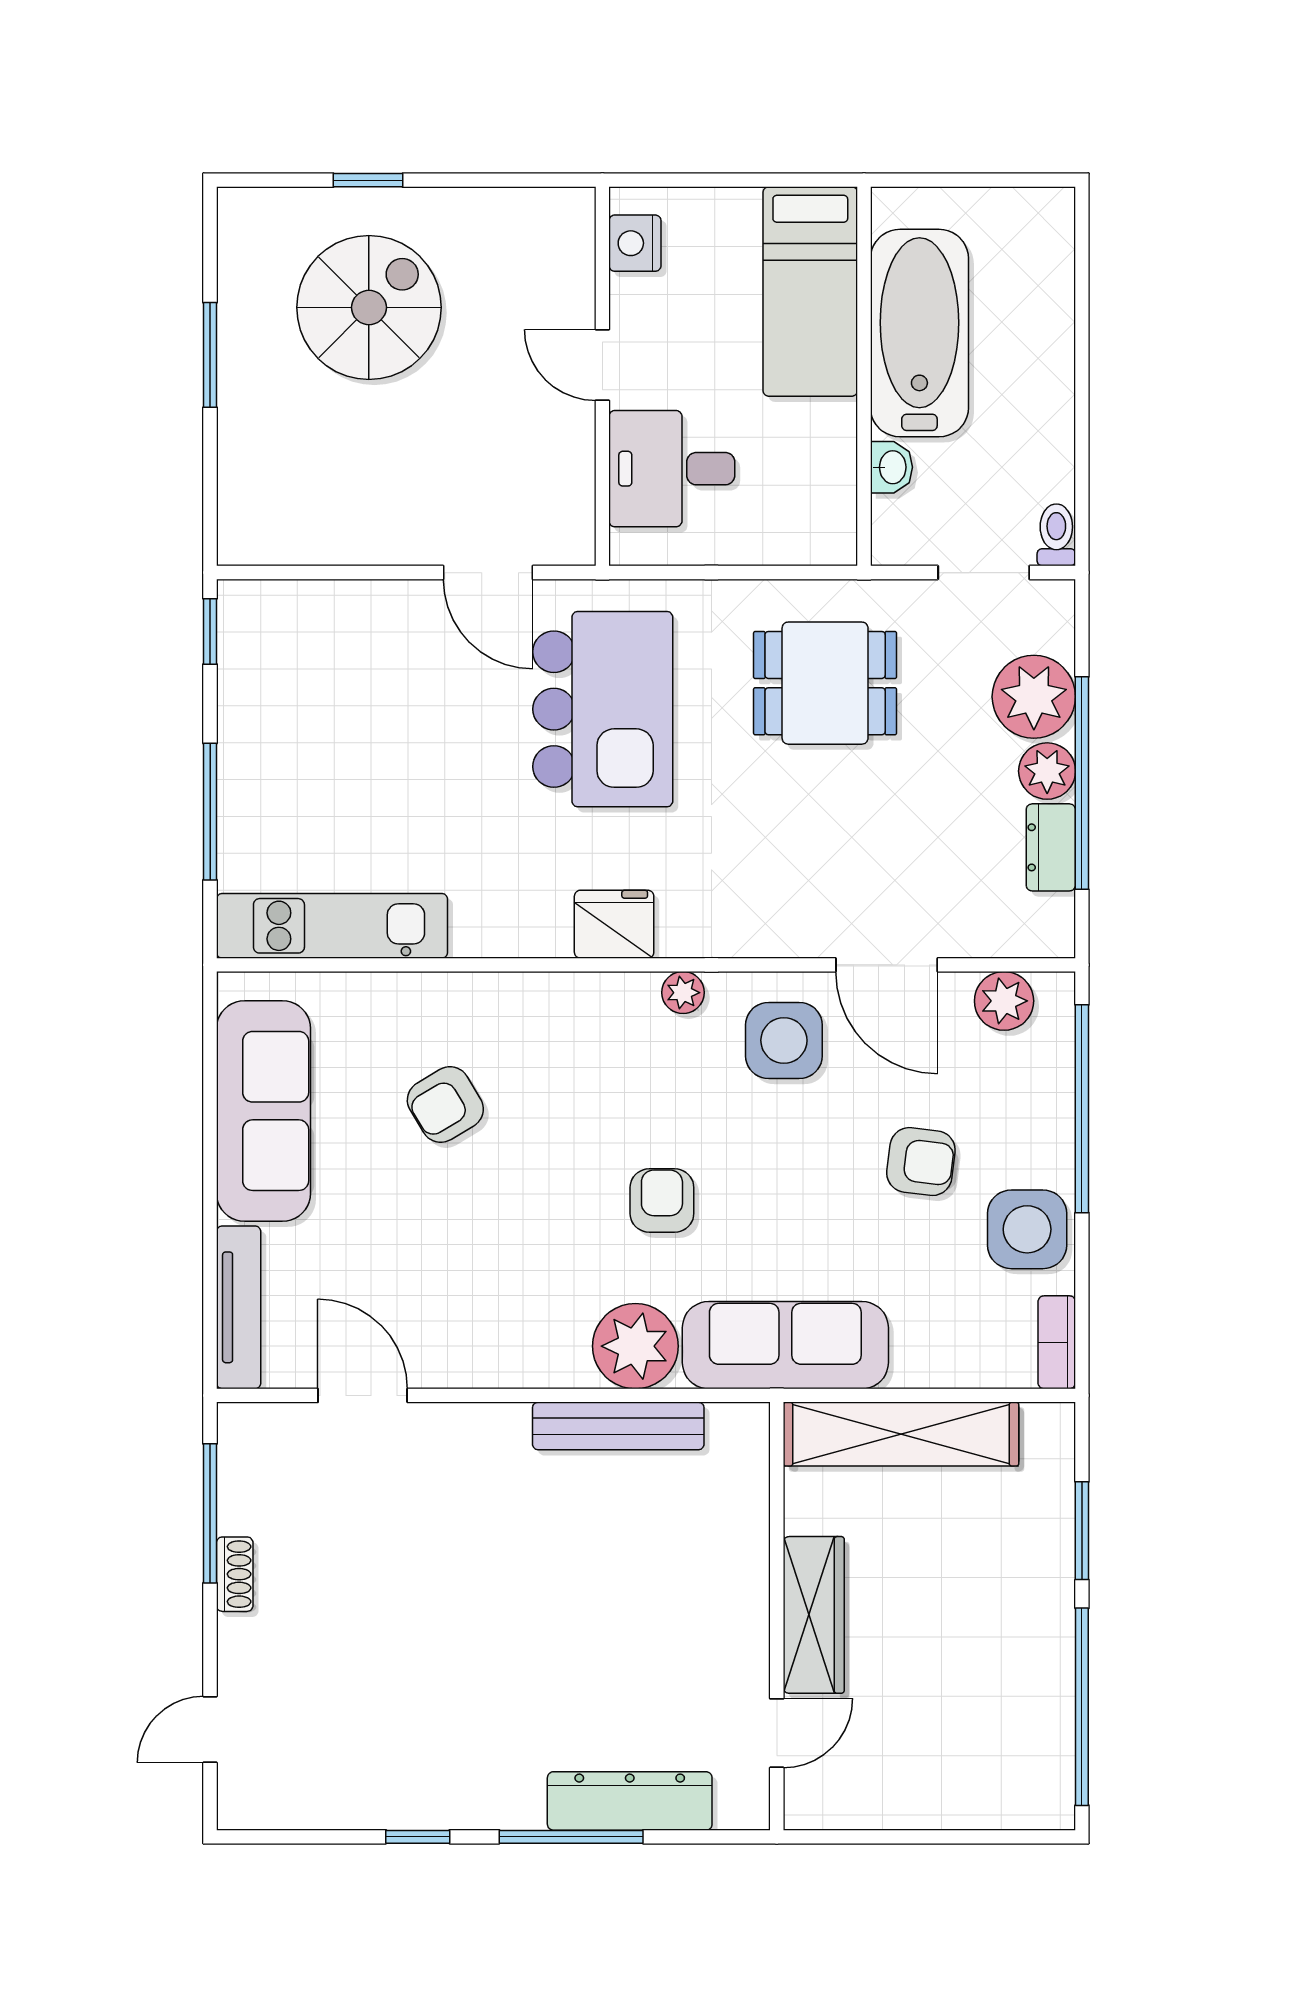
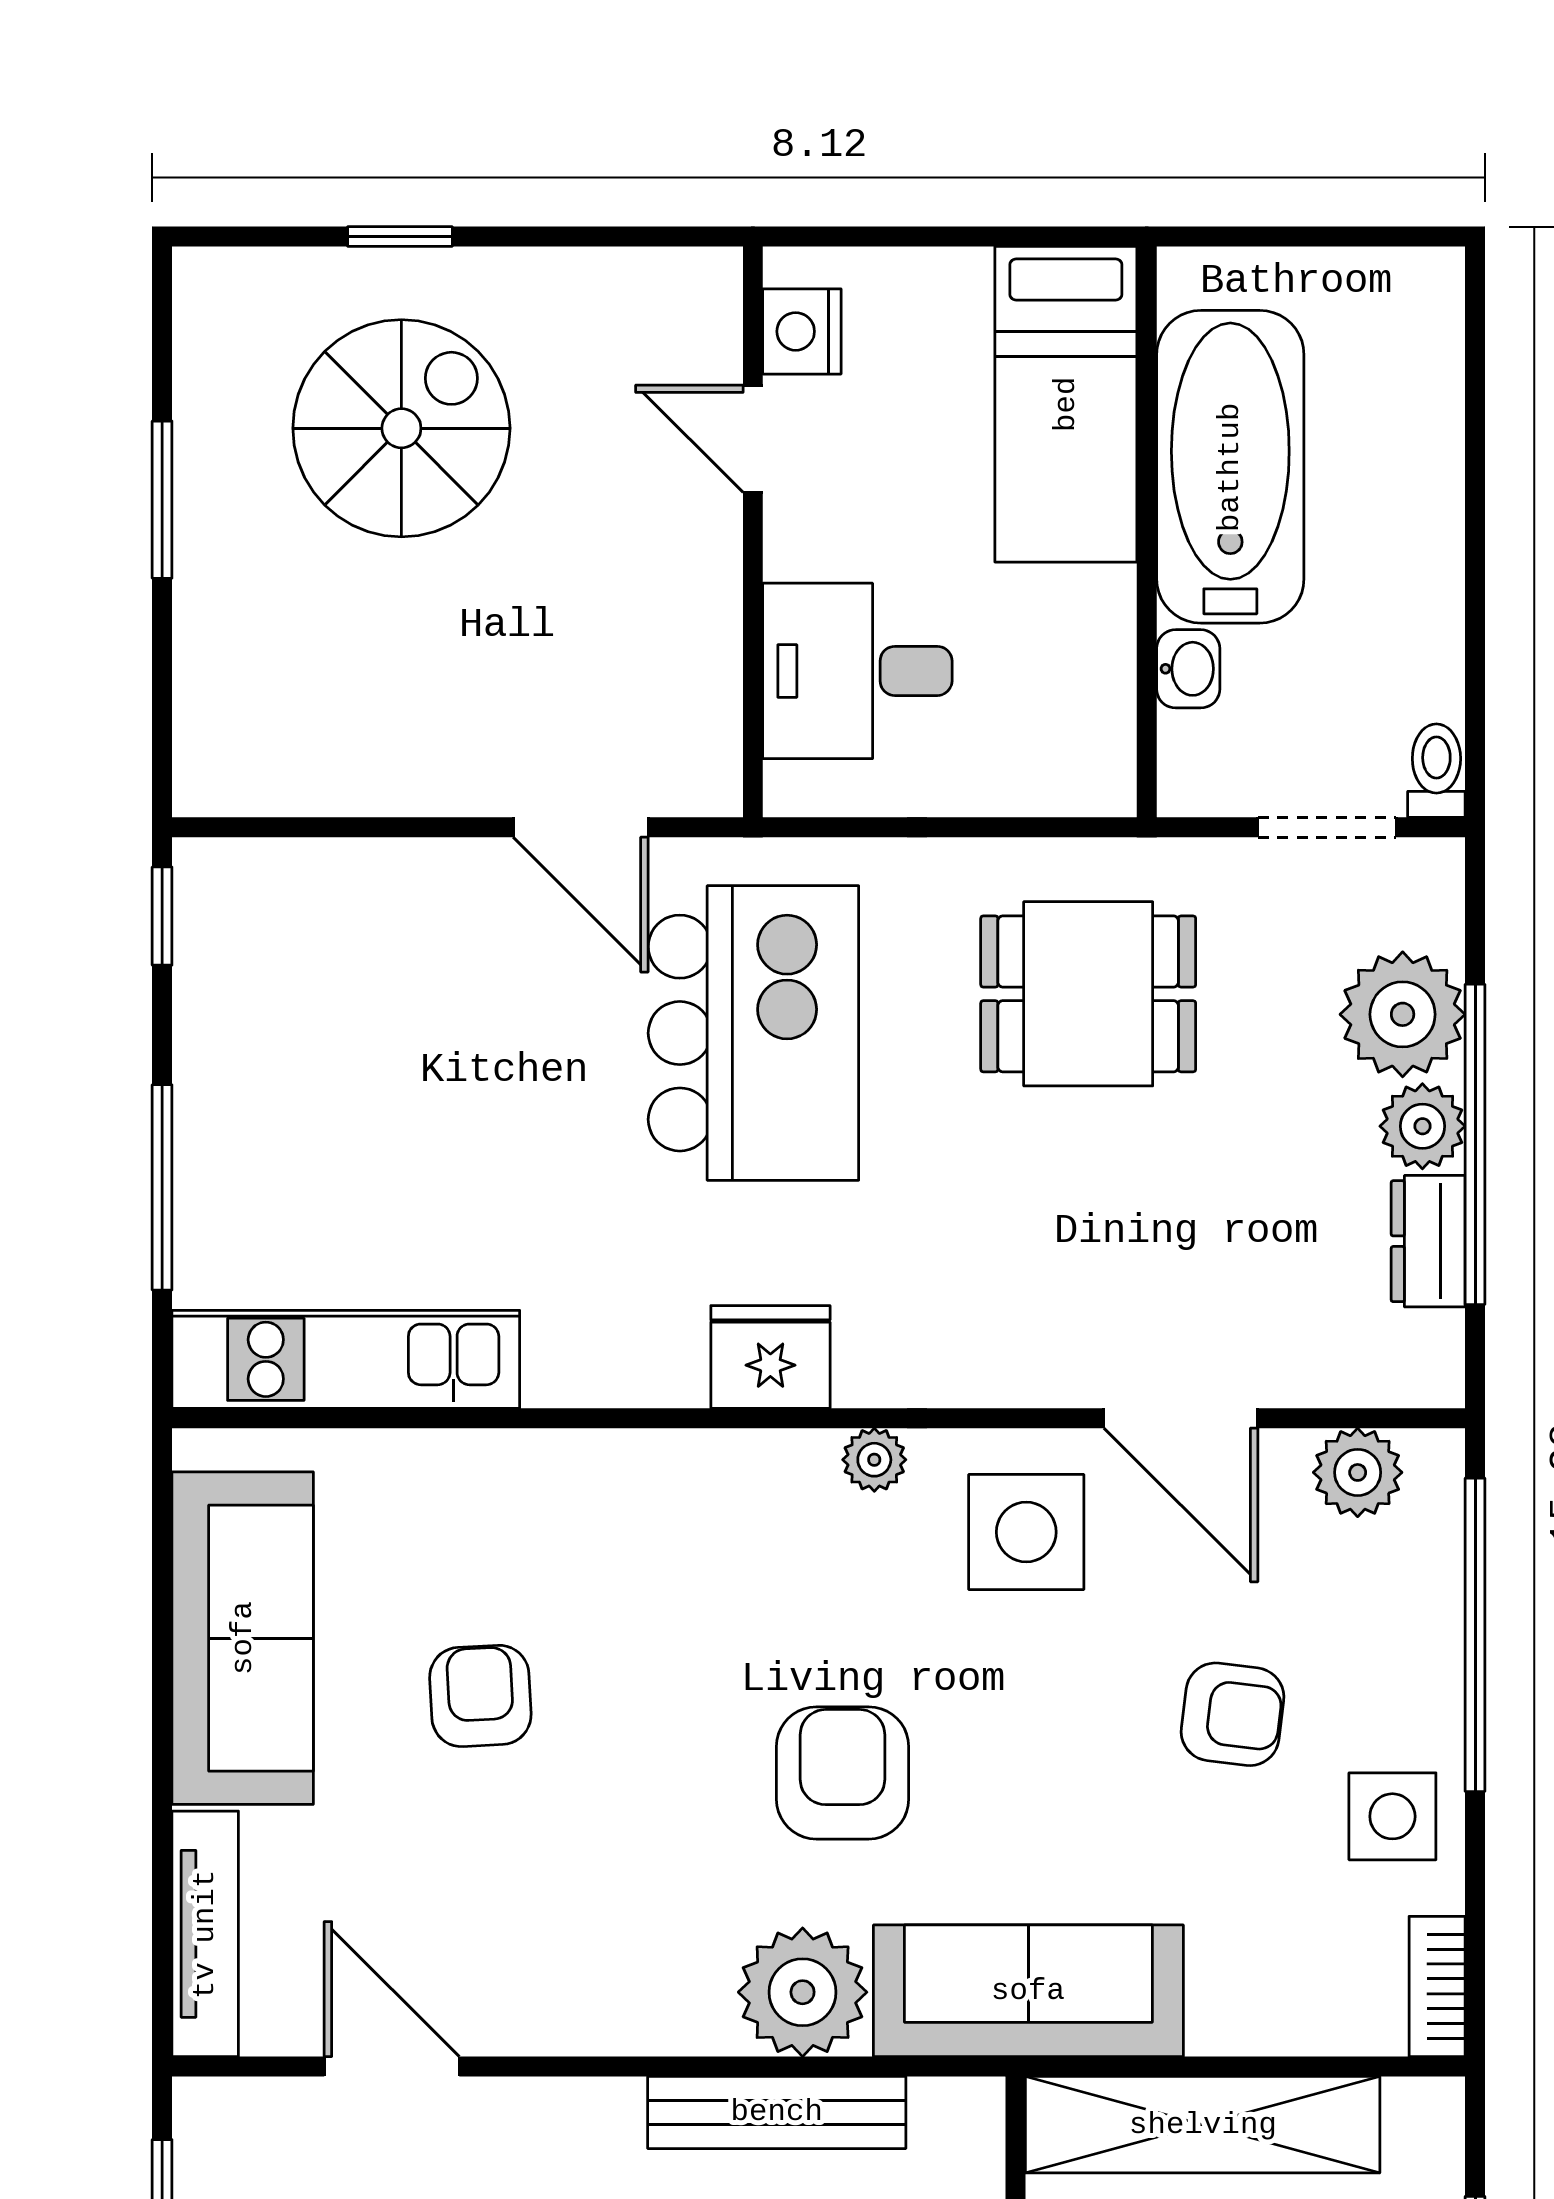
door: (602, 365) -> (753, 439), moved
armchair: (445, 1105) -> (480, 1696), moved, turned 118
armchair: (662, 1200) -> (843, 1773), width x1.38, depth x1.38
side table: (1027, 1229) -> (1392, 1816), width x0.73, depth x0.73

